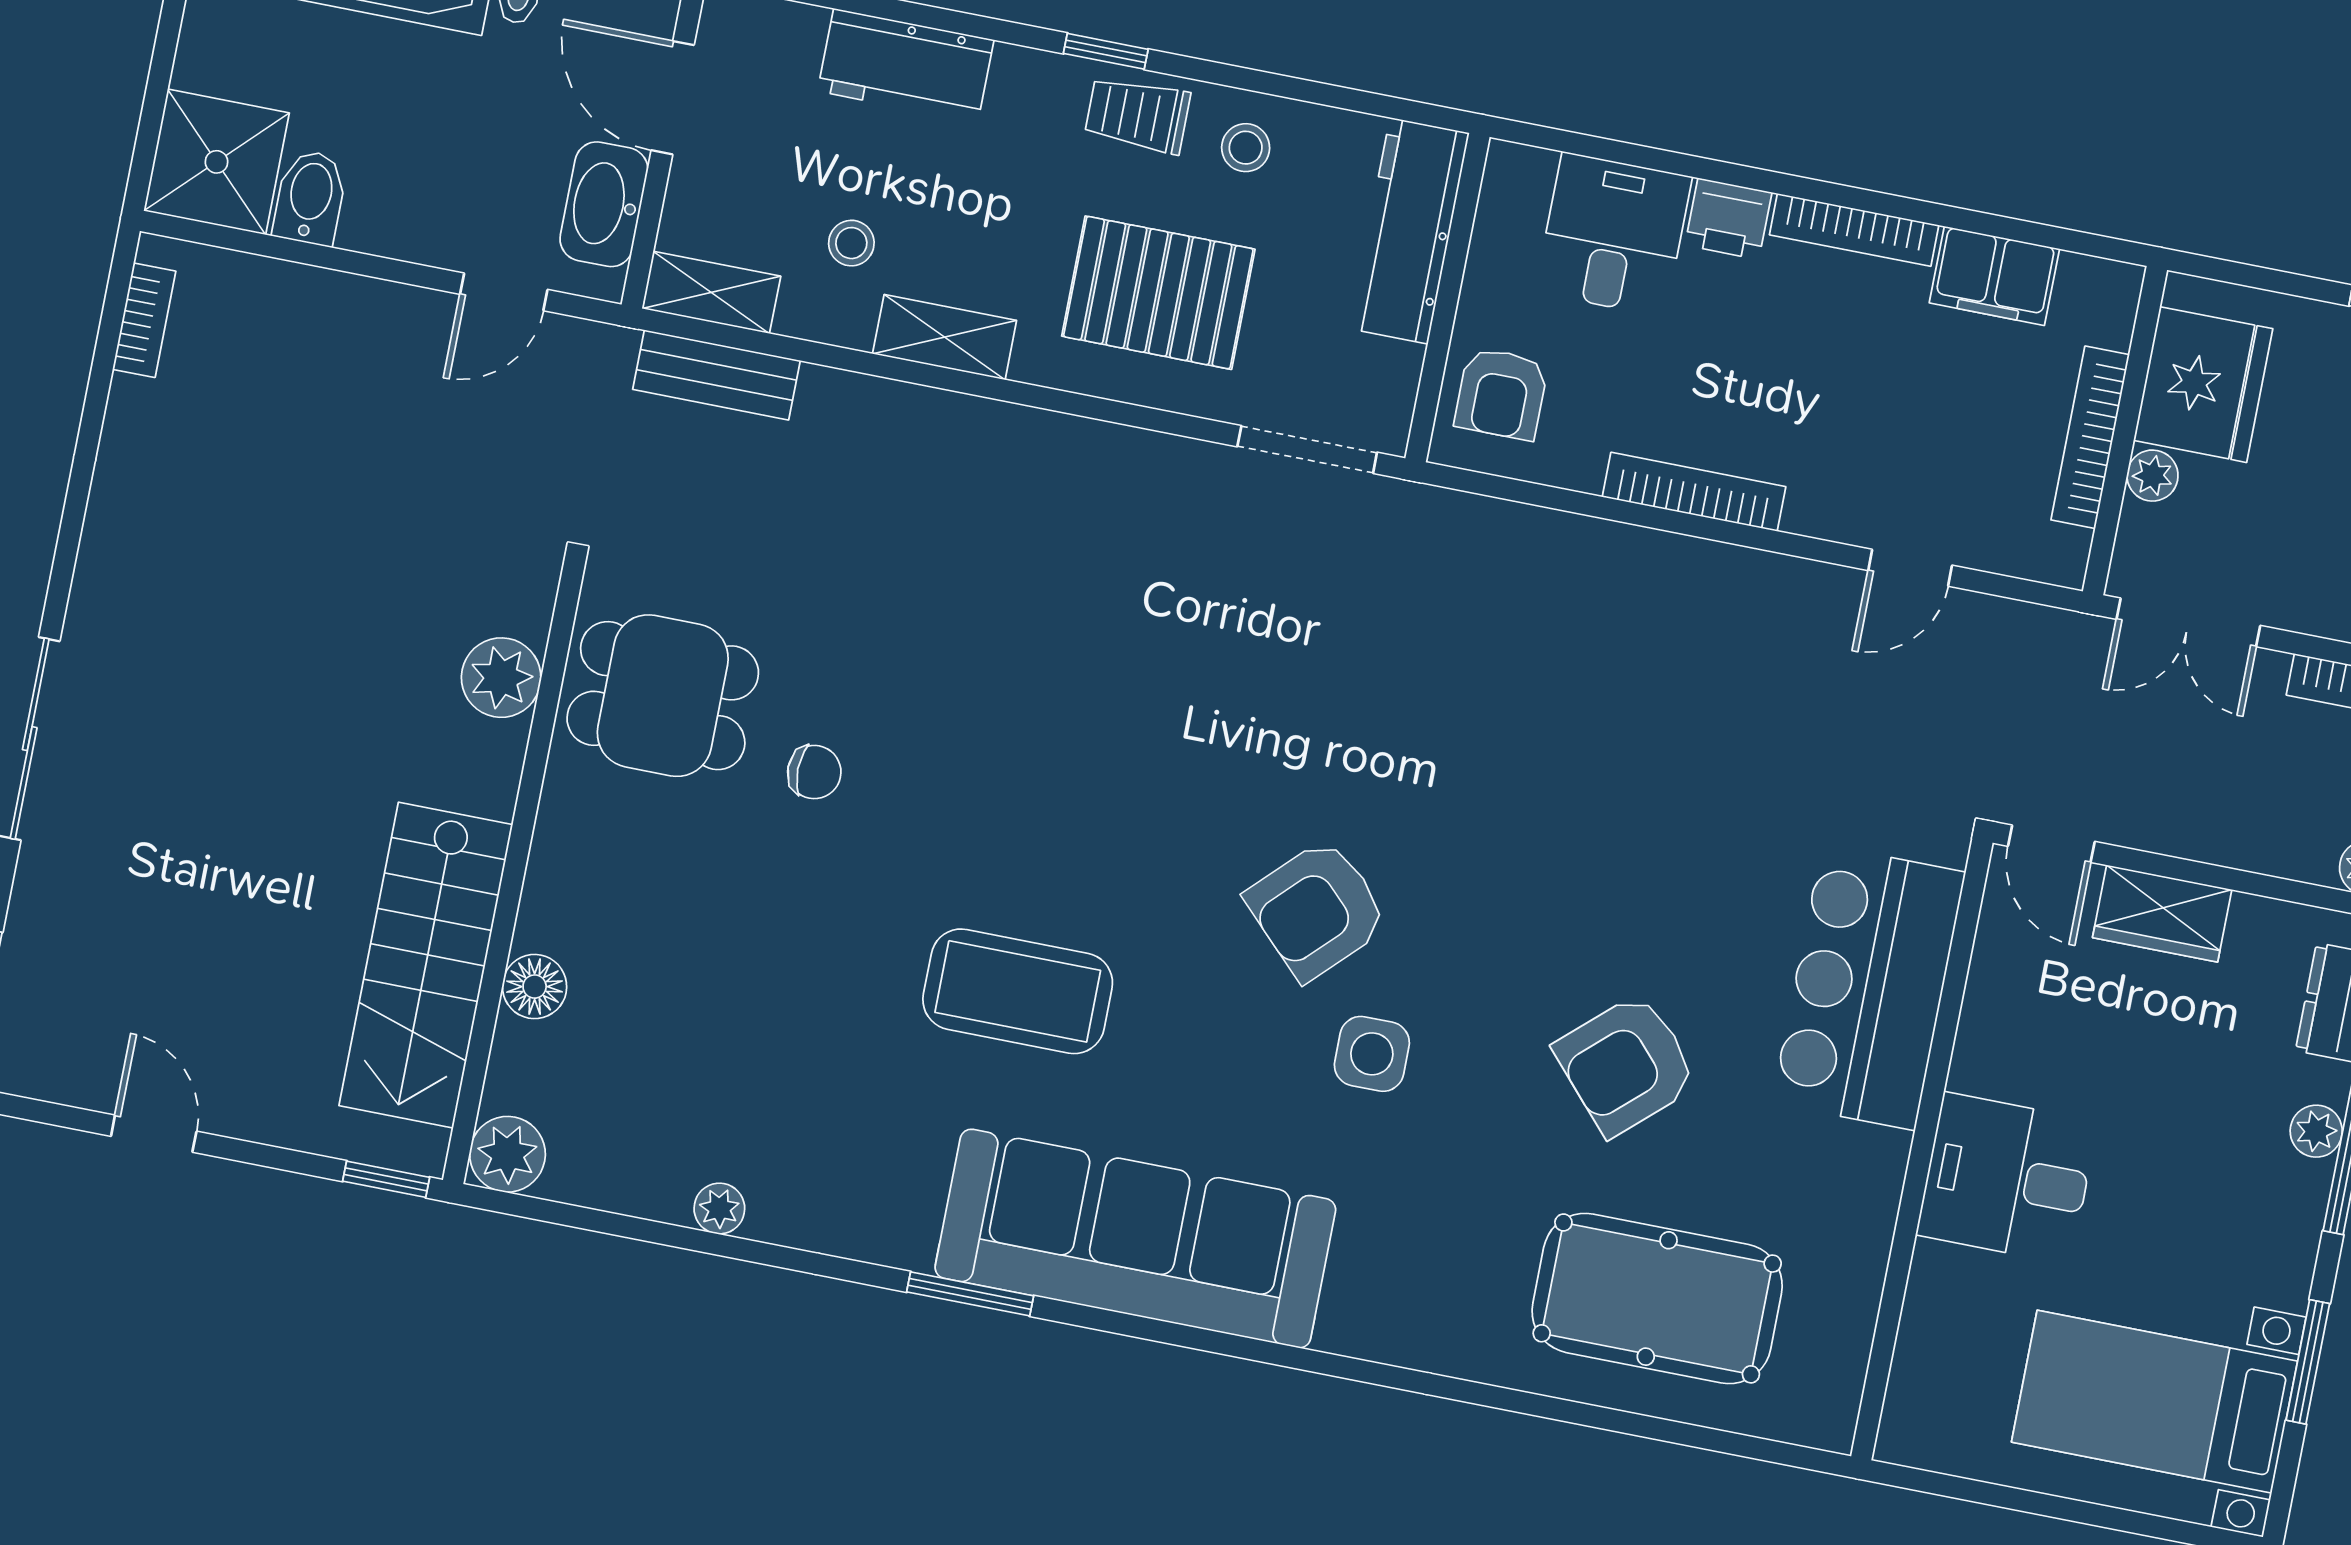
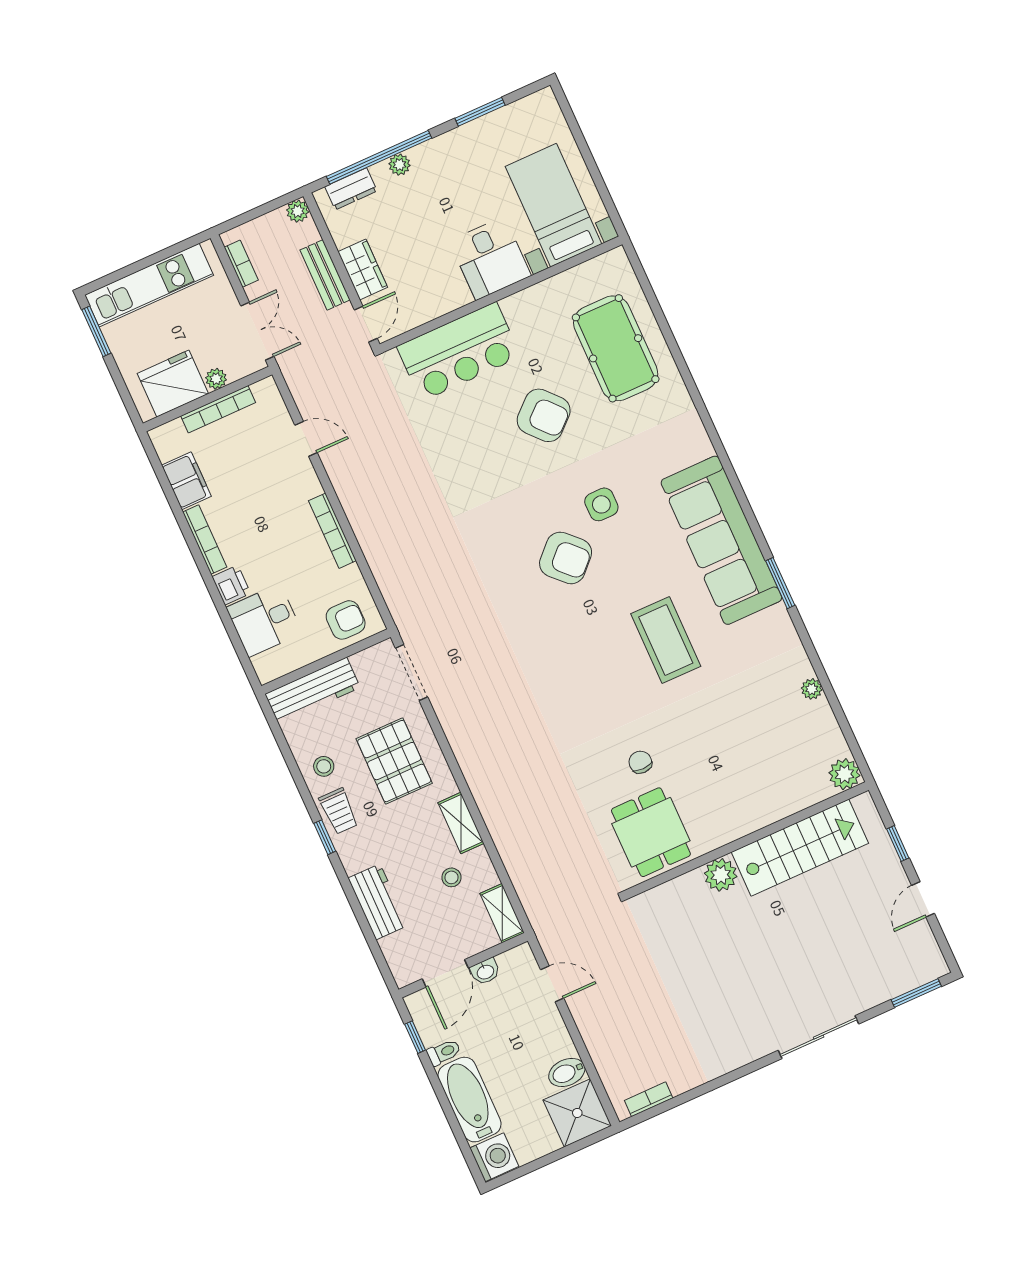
washbasin: (604, 204) -> (485, 972), width x0.52, depth x0.69
bench: (716, 375) -> (325, 275), moved
plant: (501, 678) -> (721, 875), moved
floor lamp: (535, 987) -> (781, 805), removed
window: (386, 1179) -> (898, 844), moved
bed with nightstands: (2154, 1402) -> (554, 205), moved, turned 180

